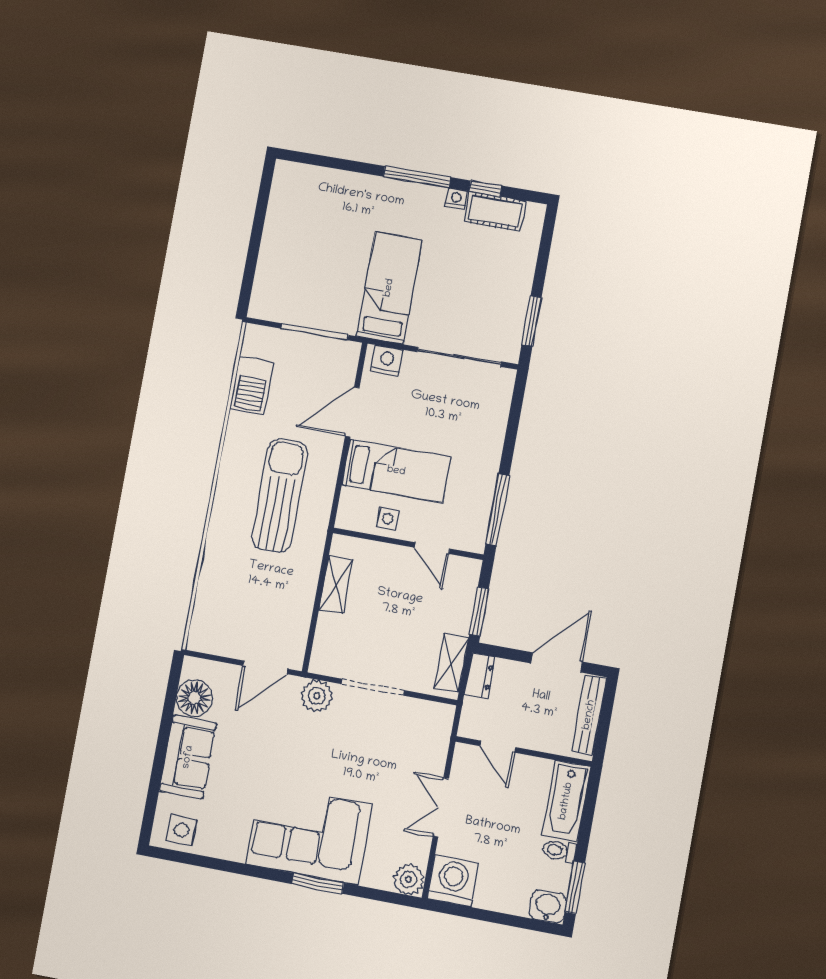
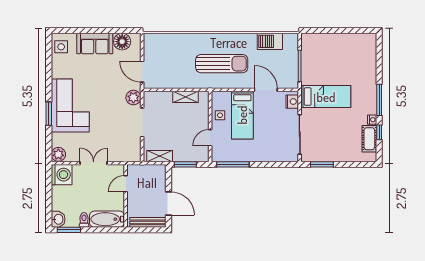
dresser: (480, 676) -> (156, 170), removed

